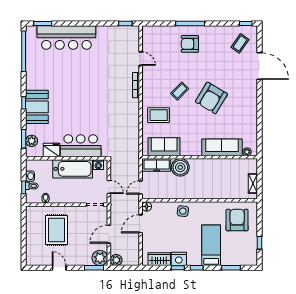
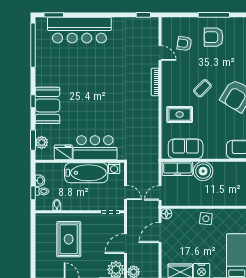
armchair: (163, 50) -> (184, 43), added

